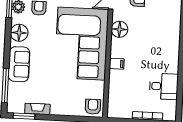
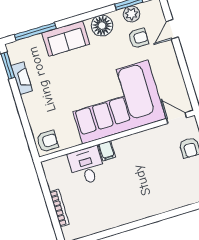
floor lamp: (120, 29) -> (148, 140), removed
desk: (164, 86) -> (87, 166), moved, turned 180

